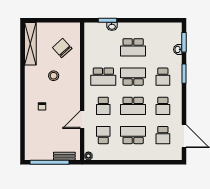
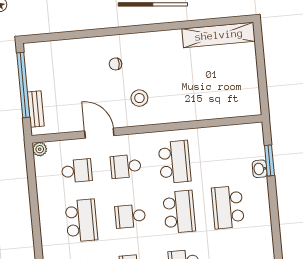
chair: (62, 48) -> (216, 89), removed
stool: (54, 76) -> (139, 98), moved
school desk: (103, 77) -> (175, 162), turned 180
school desk: (133, 106) -> (130, 216), width x0.54

